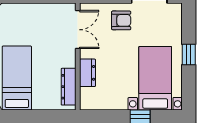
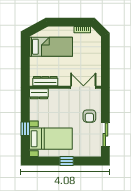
double door: (78, 30) -> (83, 87), swing flipped
dresser: (87, 73) -> (39, 94), moved

